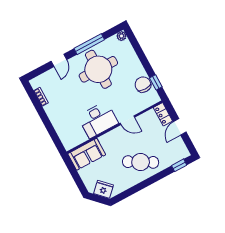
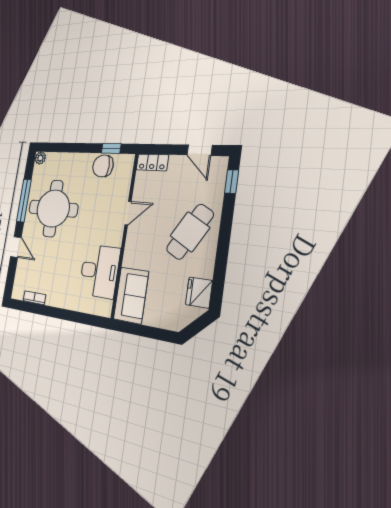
desk: (98, 120) -> (99, 271), moved
door: (180, 127) -> (199, 150), moved
fridge: (103, 189) -> (199, 293), moved, turned -45

